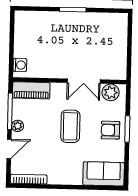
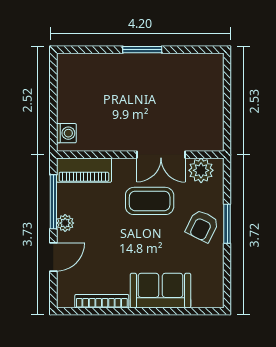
coffee table: (70, 126) -> (150, 201), moved, turned 90
armchair: (110, 130) -> (202, 226), turned -64
sofa: (104, 174) -> (161, 291), moved
bookcase: (29, 179) -> (102, 301), moved

